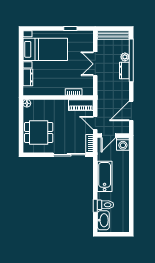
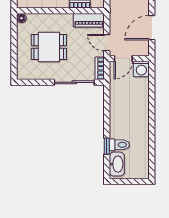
dining table: (39, 132) -> (49, 47), moved
bathtub: (105, 176) -> (118, 109), removed

